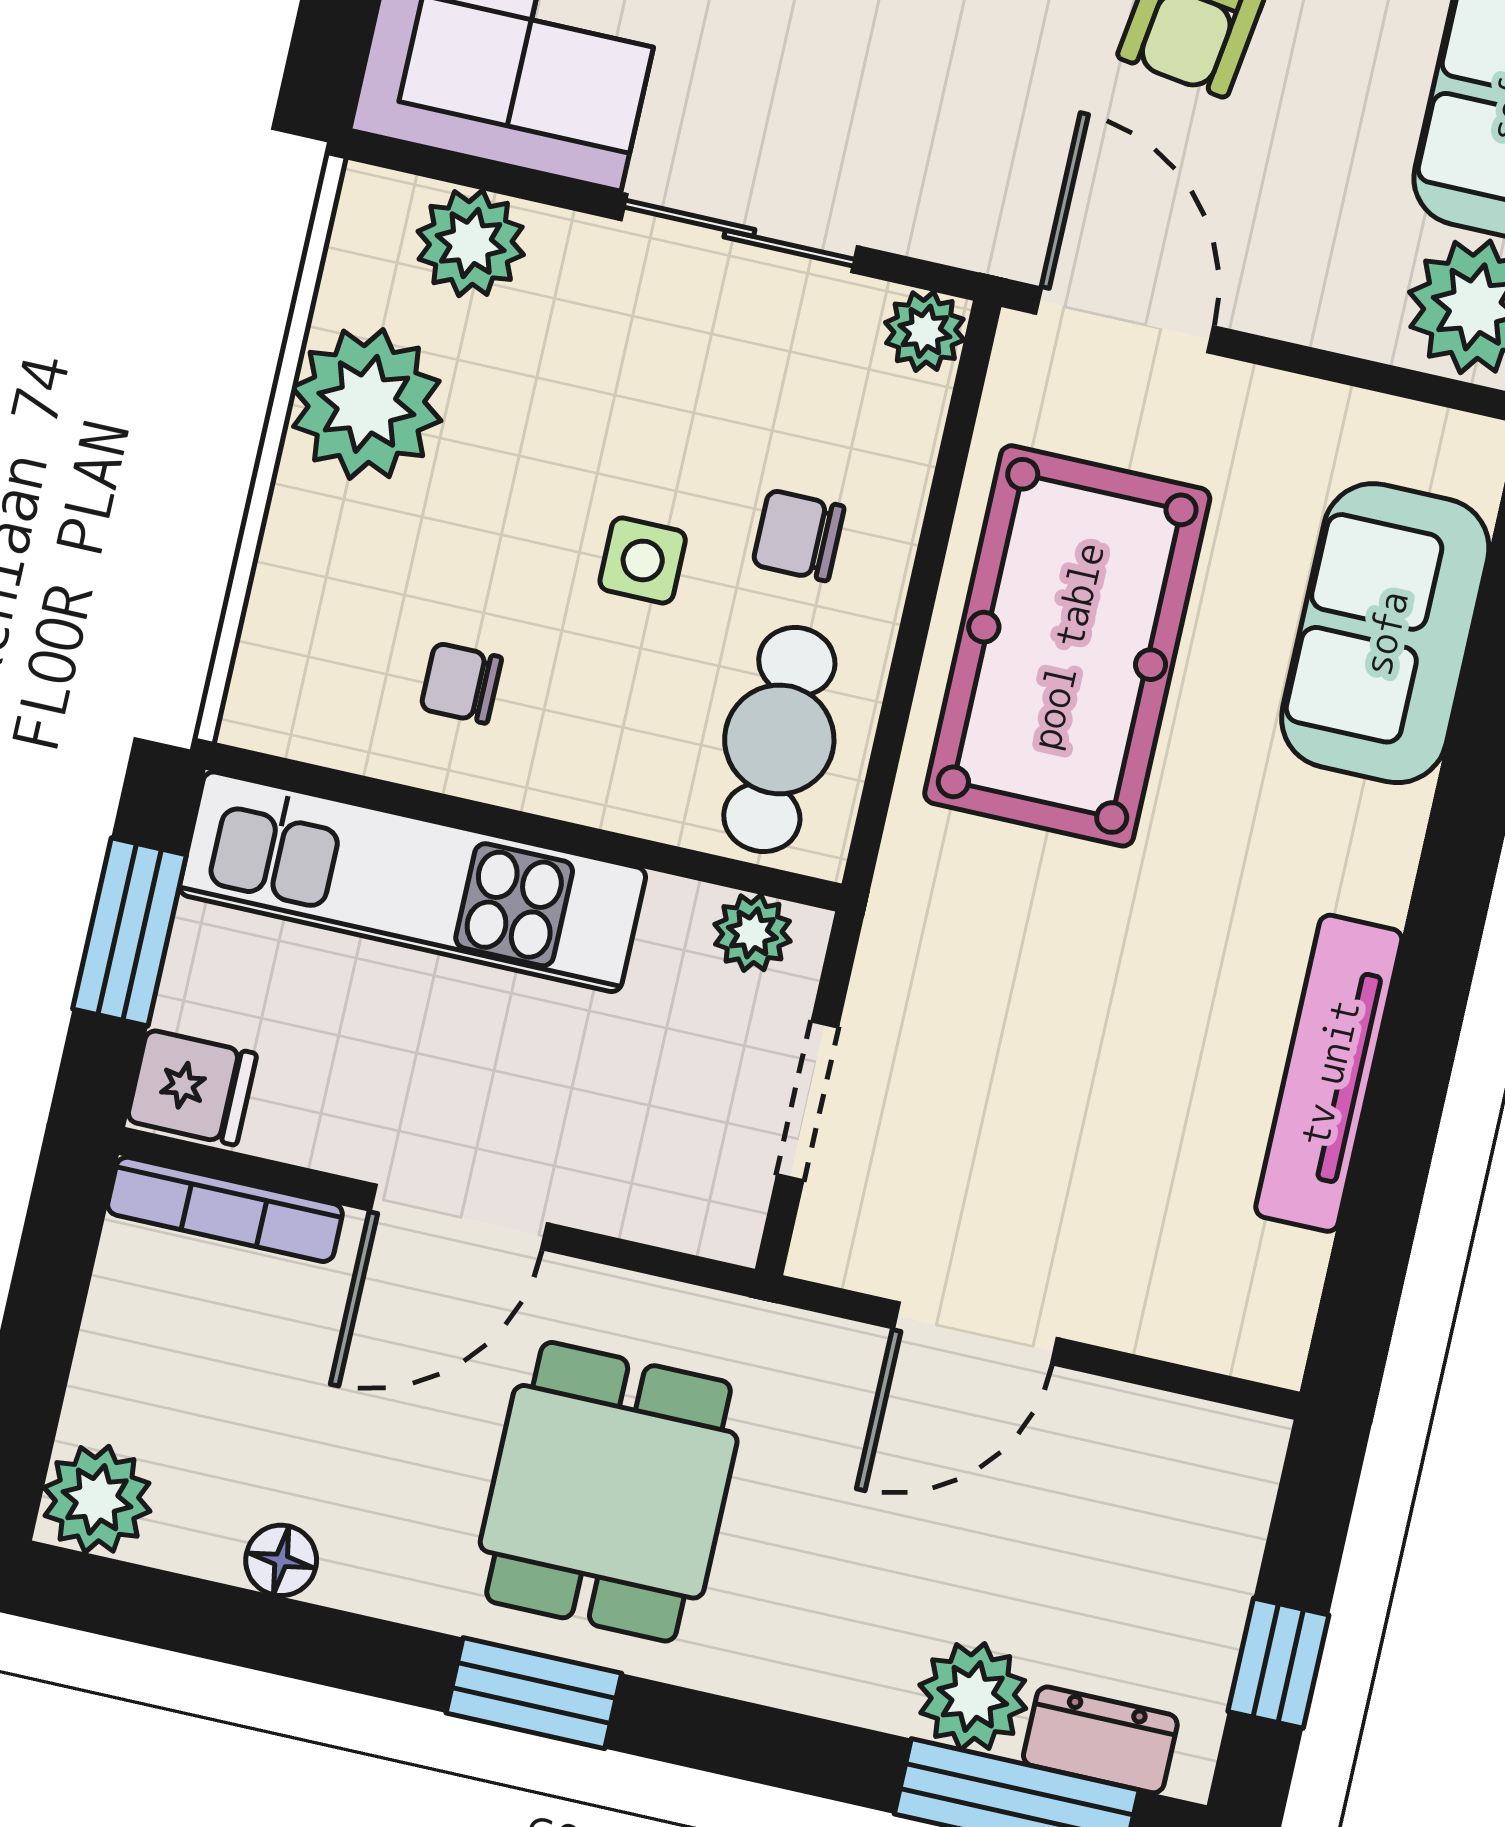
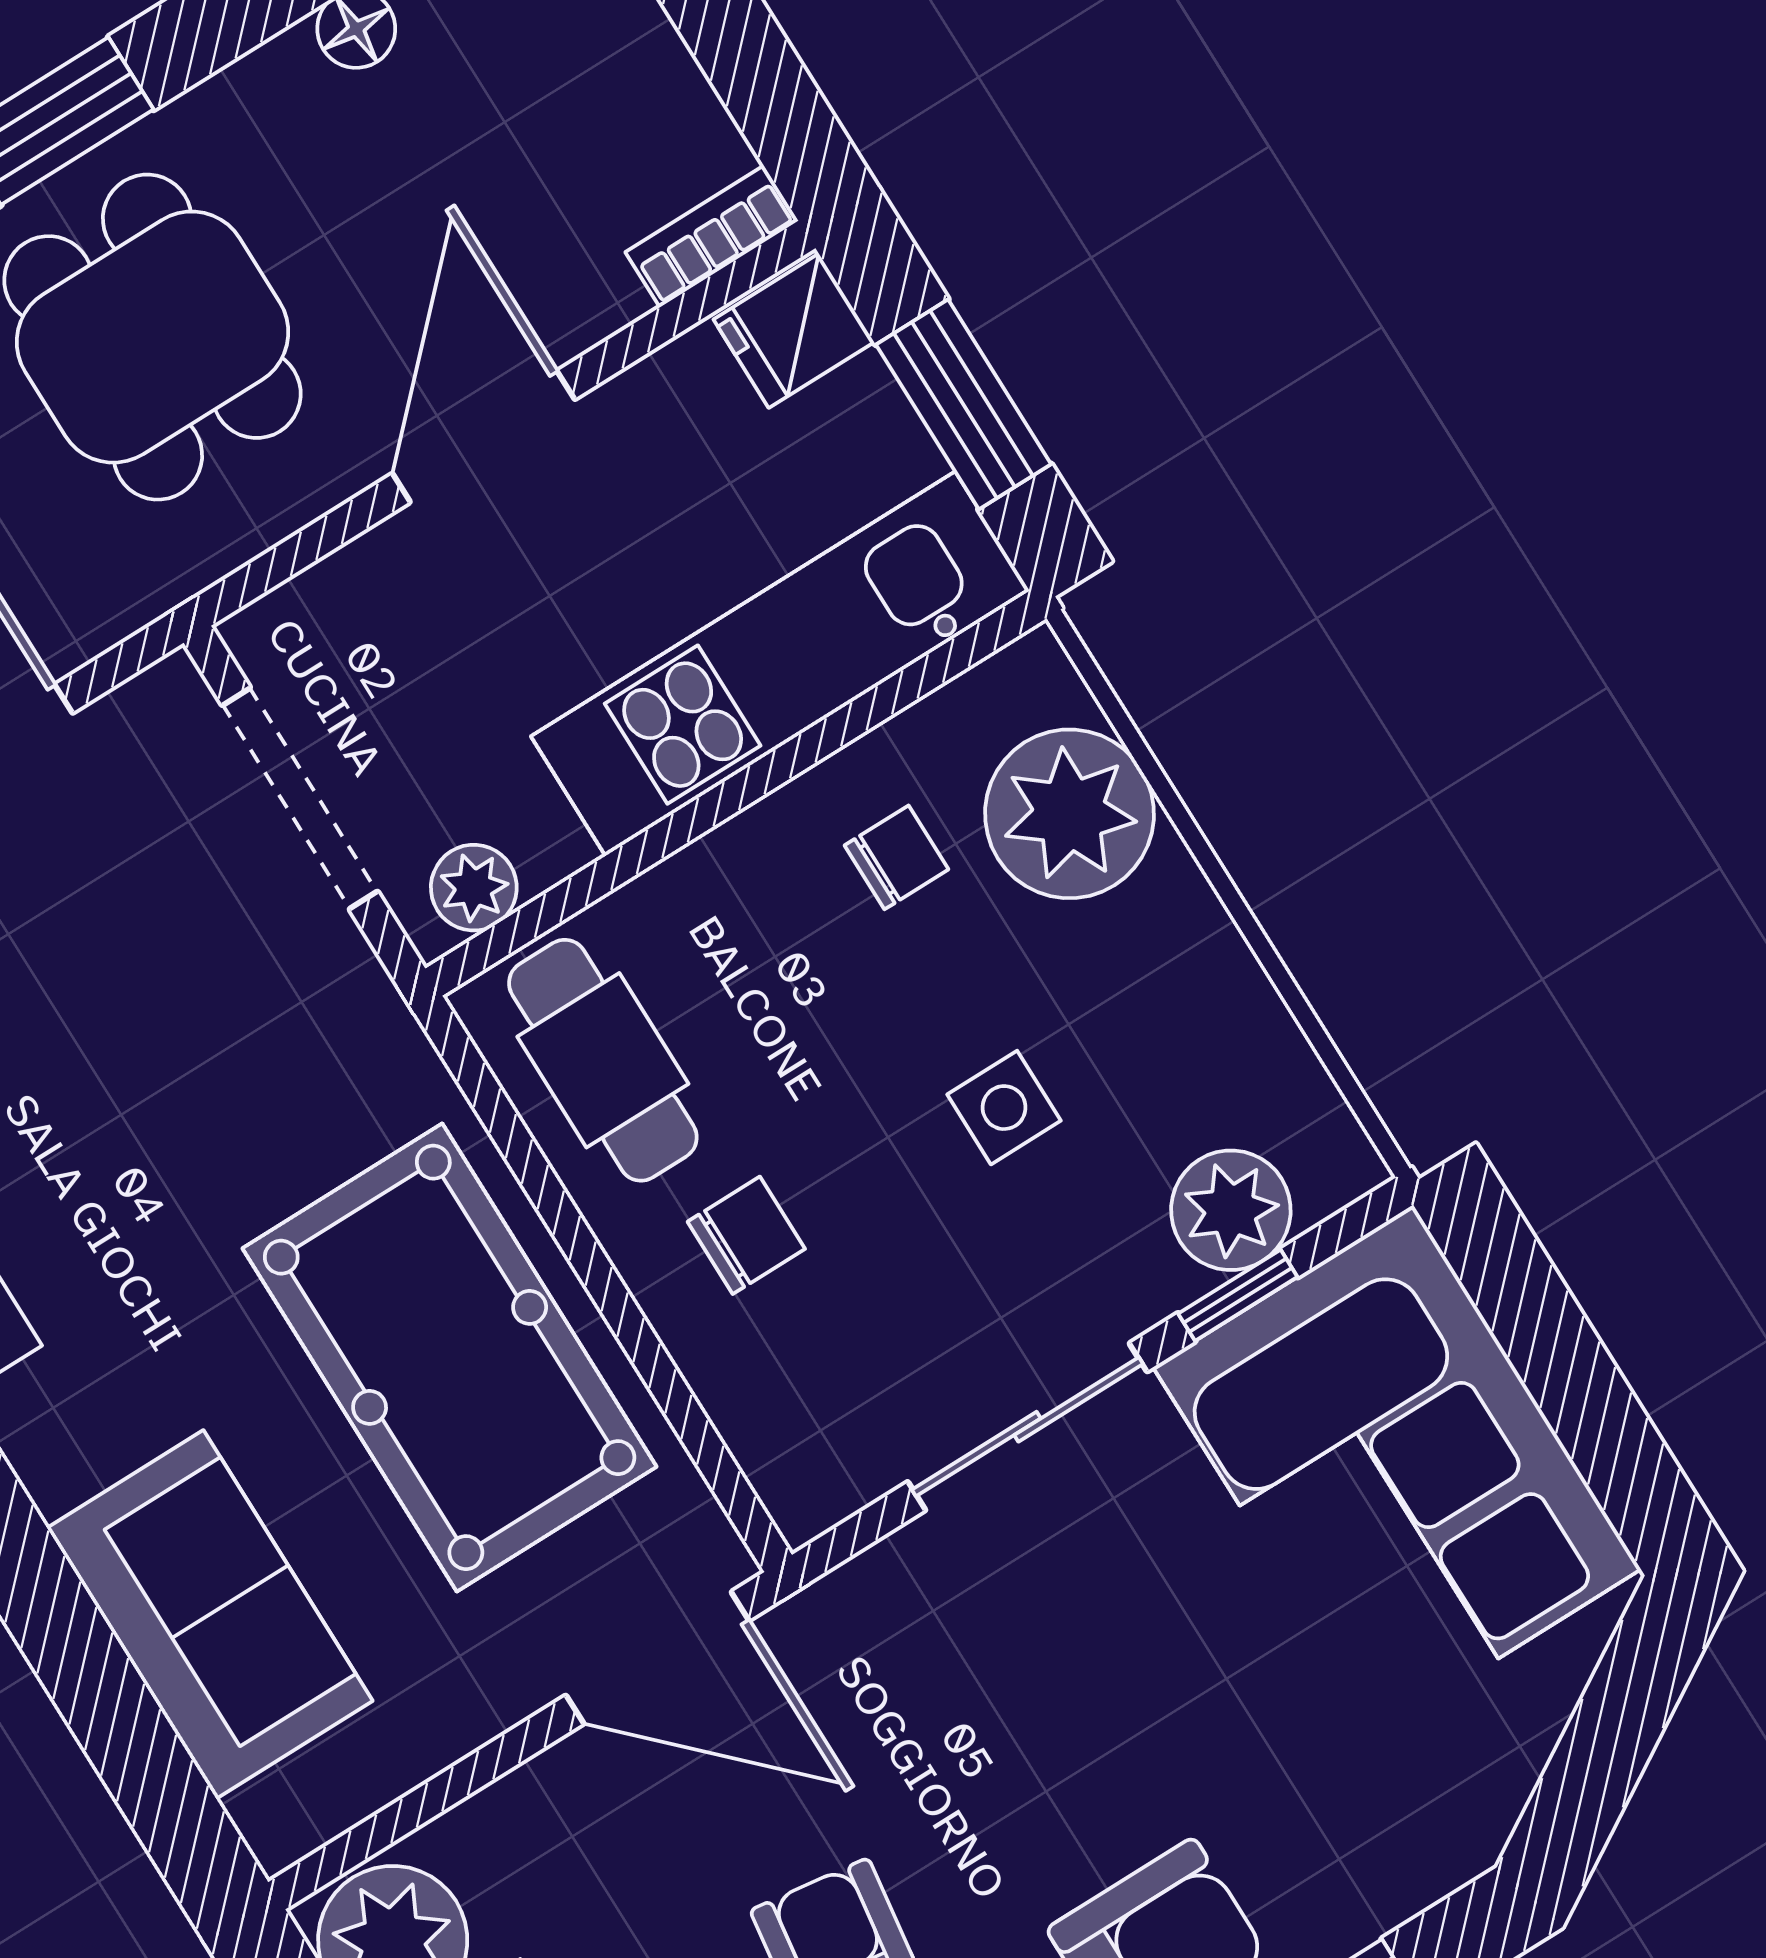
window: (520, 184) -> (1238, 1295), added
plant: (925, 331) -> (806, 1494), removed
plant: (366, 404) -> (1069, 814), moved
side table: (643, 560) -> (1004, 1108), moved
doorway: (808, 1101) -> (300, 798), width x1.38
bookcase: (225, 1209) -> (712, 236), width x0.64

